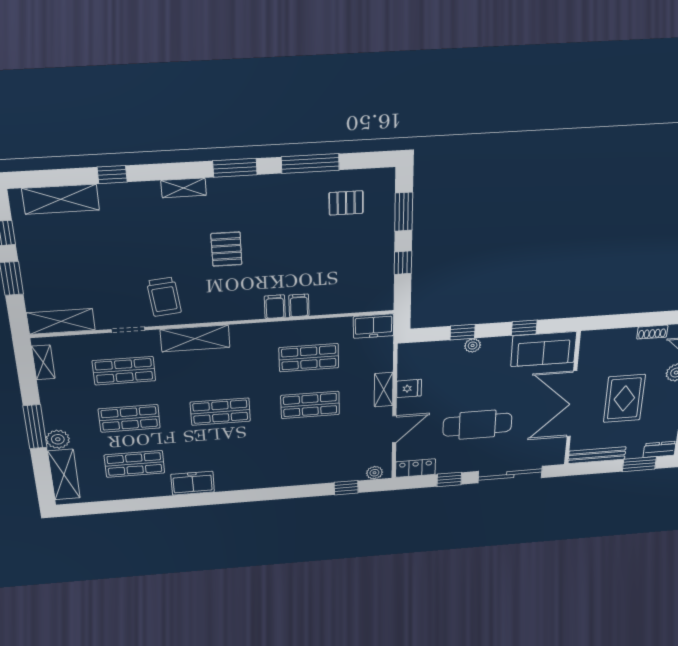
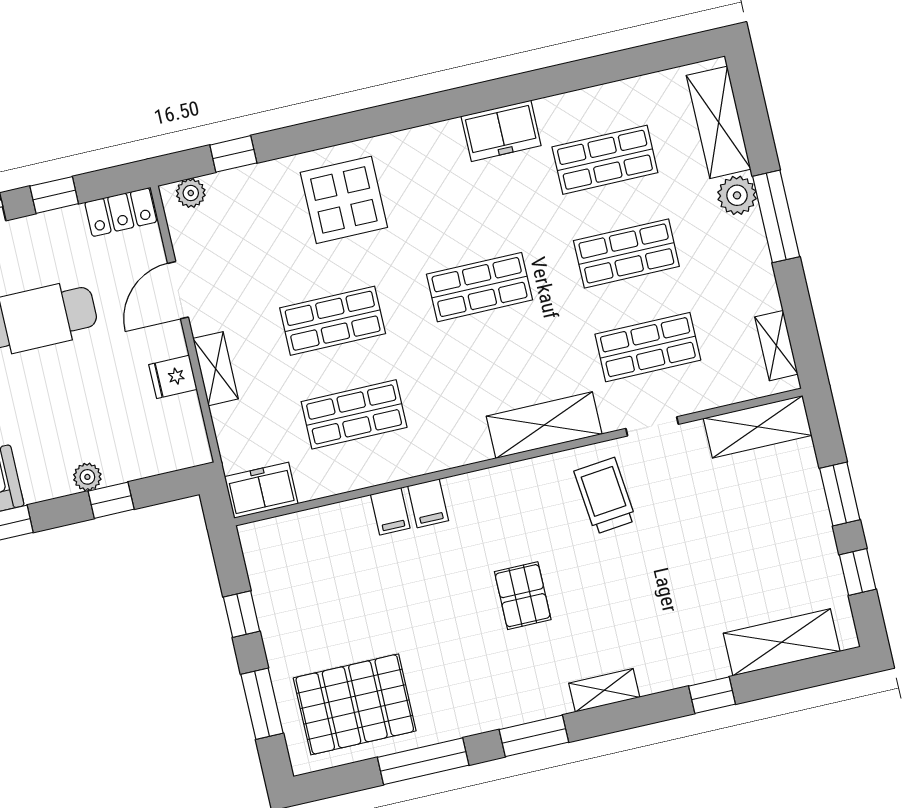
pallet: (346, 203) -> (355, 704), width x2.05, depth x2.00
display table: (290, 461) -> (344, 200), added

